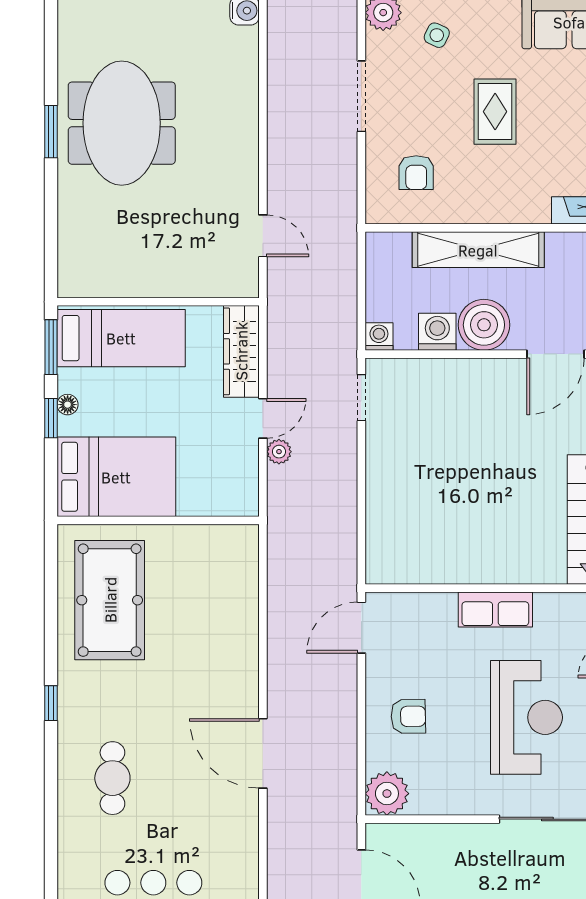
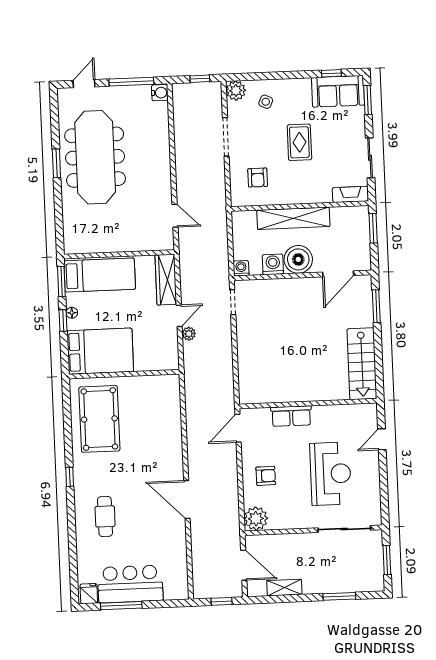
meeting table: (122, 123) -> (95, 157), width x1.36
row of seats: (495, 609) -> (291, 416), moved

